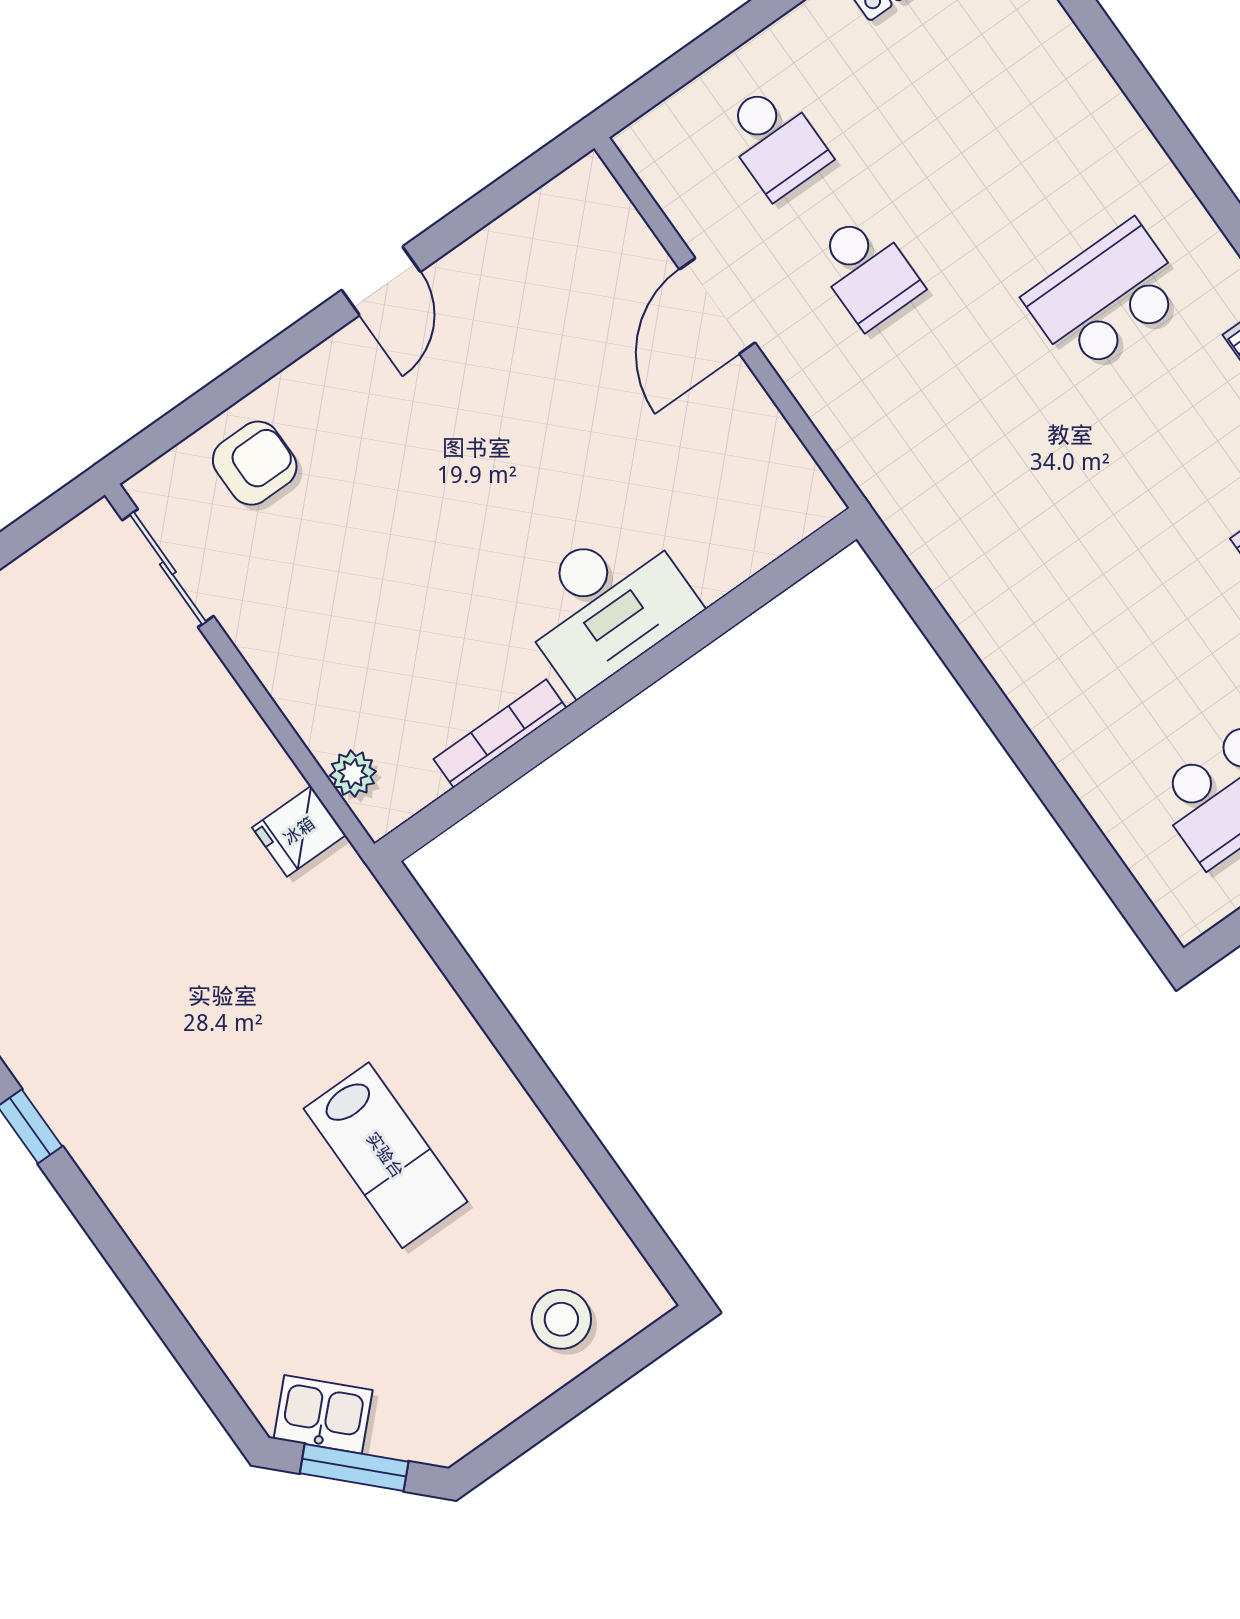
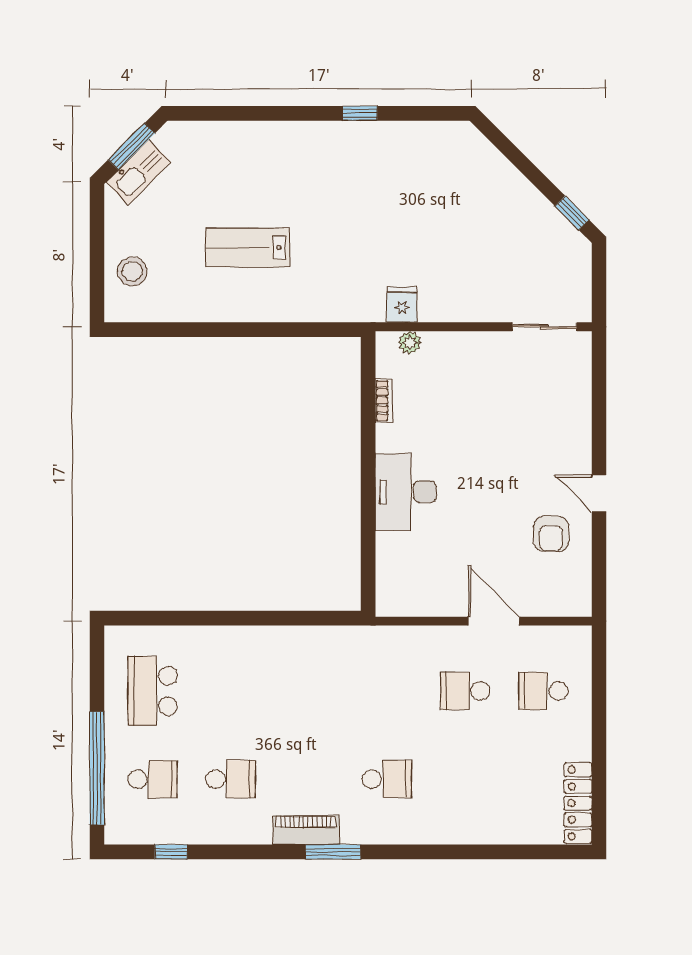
school desk: (1106, 297) -> (387, 779), width x0.54
armchair: (255, 463) -> (551, 534), moved
bookcase: (500, 733) -> (384, 401), width x0.64
kitchen sink: (323, 1414) -> (139, 172), moved, width x1.38

